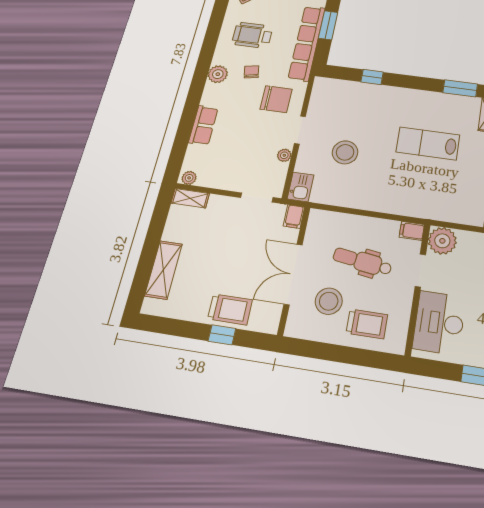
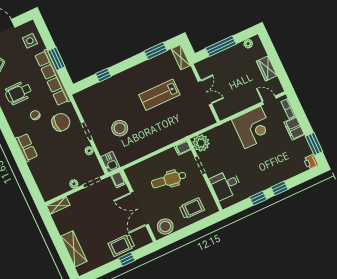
plant: (218, 74) -> (18, 129), removed
row of seats: (203, 125) -> (26, 148), moved
plant: (189, 178) -> (74, 184), moved
stool: (329, 301) -> (165, 226), moved
trolley: (230, 309) -> (121, 245), turned 180
desk: (439, 323) -> (226, 185), width x0.73

